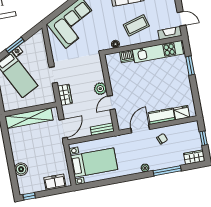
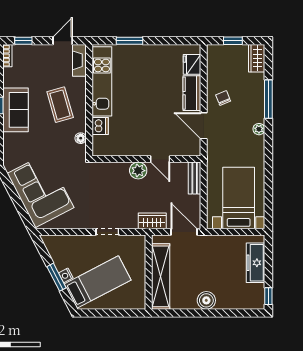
wardrobe: (65, 95) -> (152, 221), moved
boiler: (21, 169) -> (206, 300), moved
freezer: (55, 182) -> (255, 263), width x1.40

